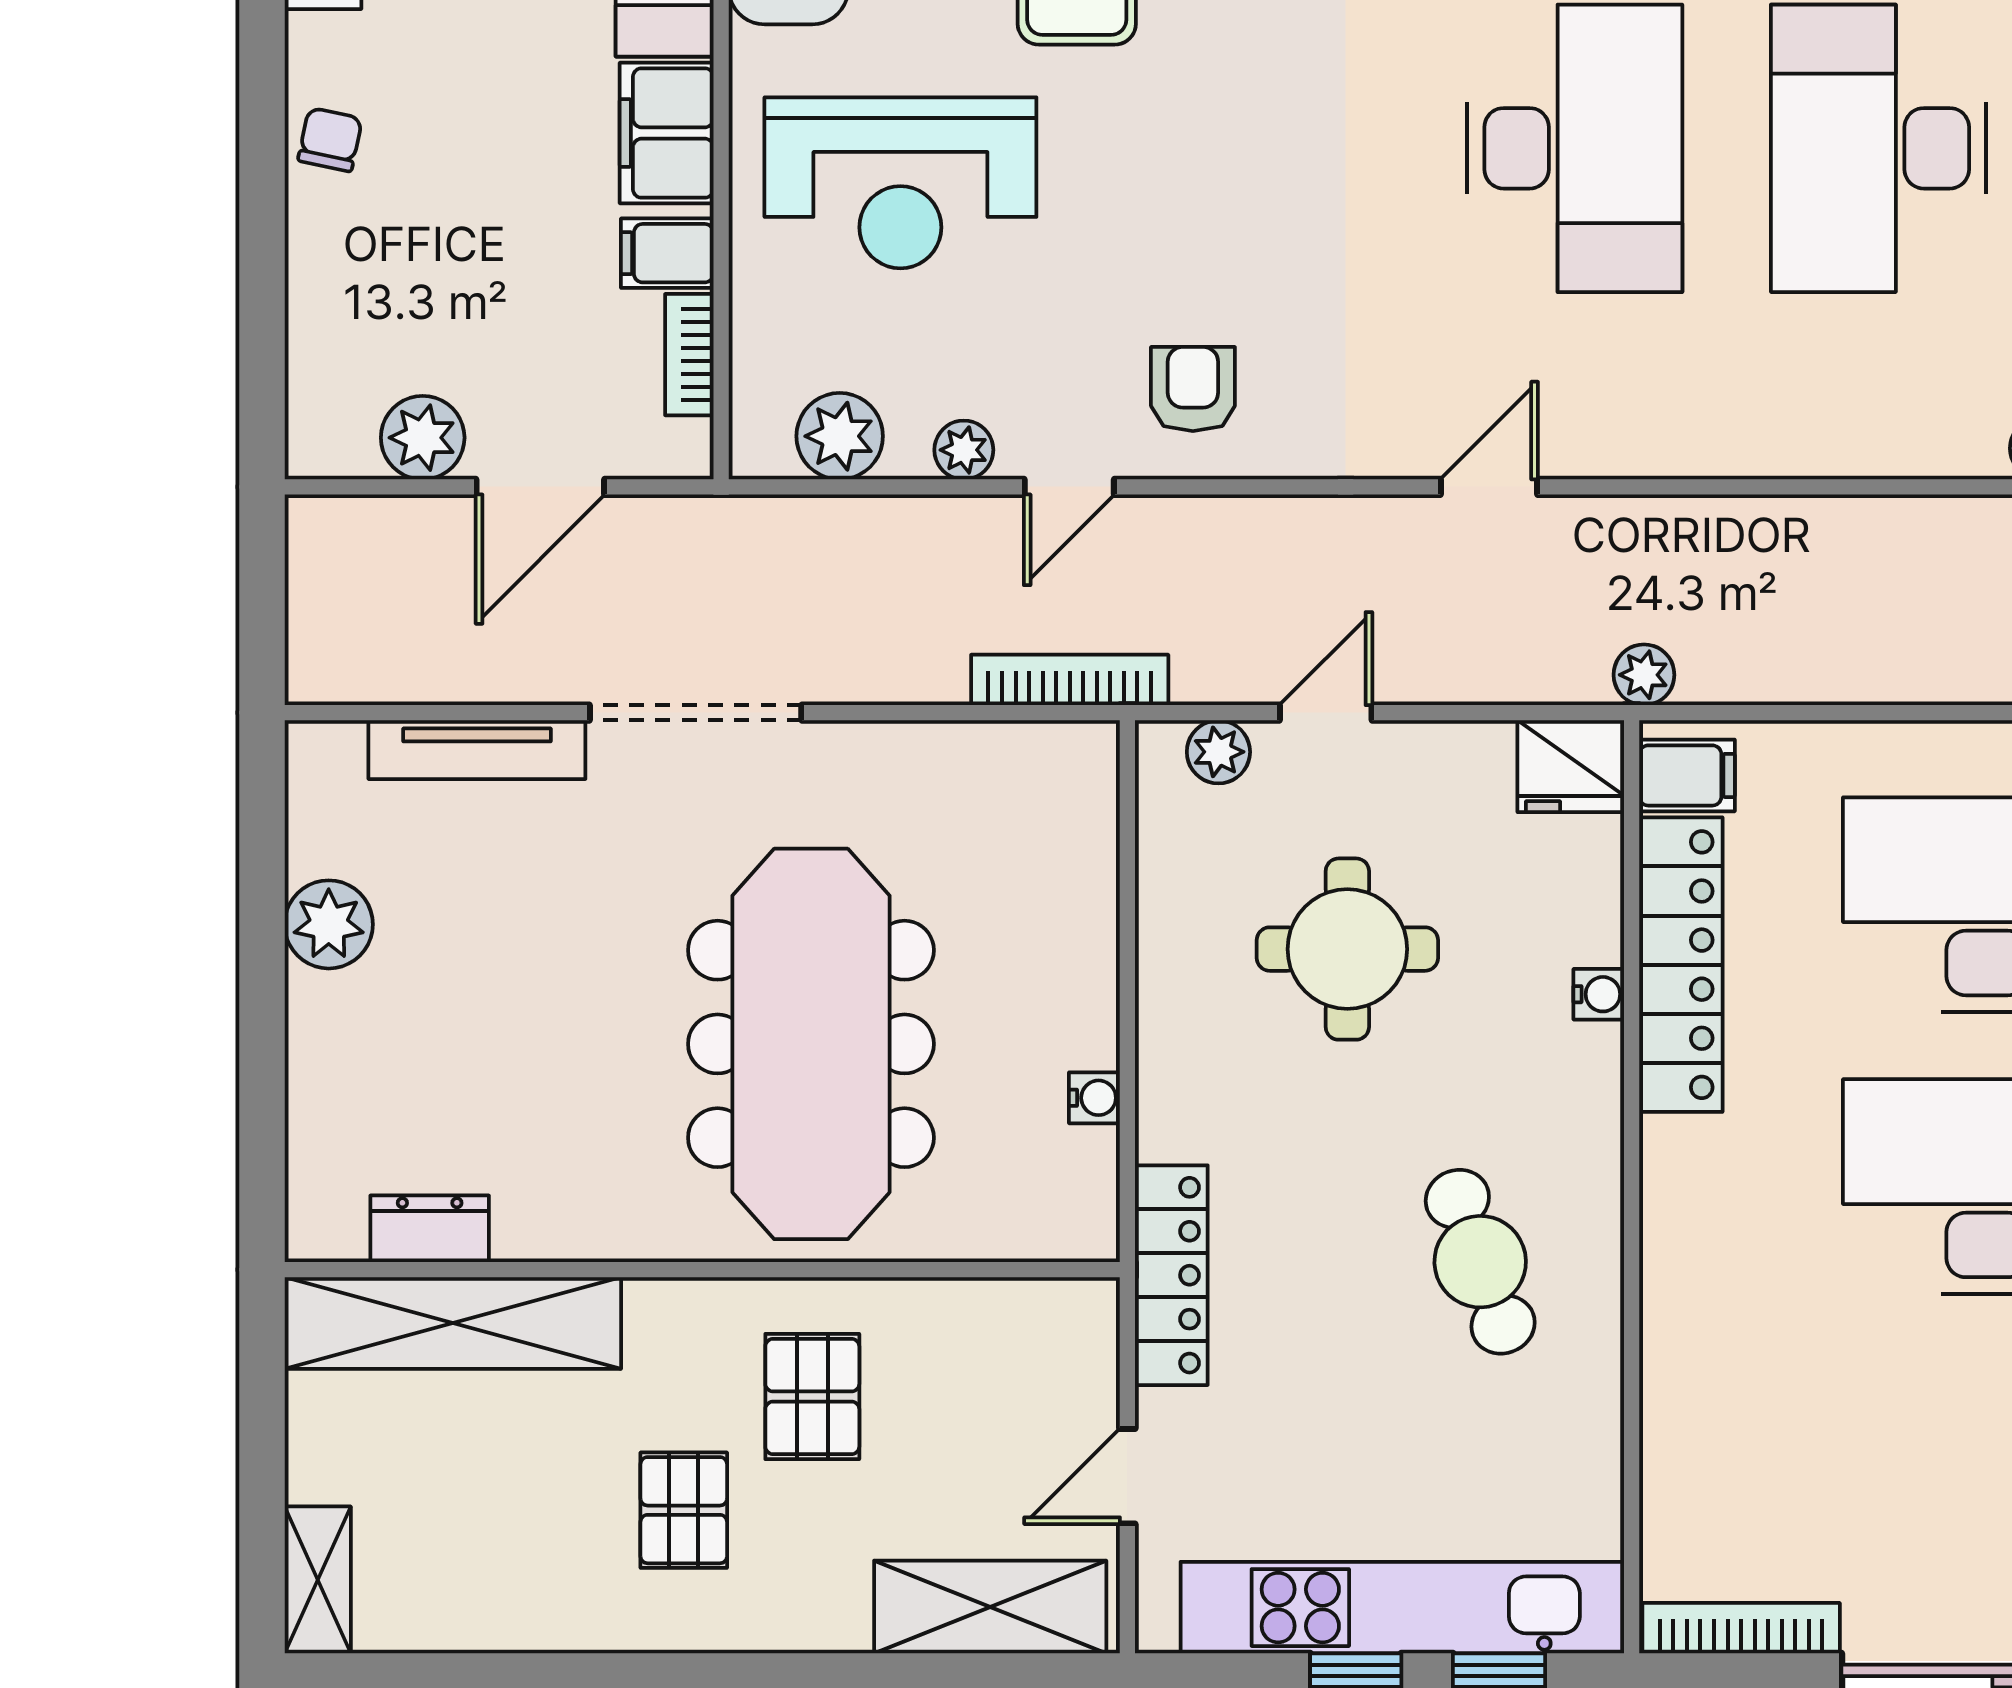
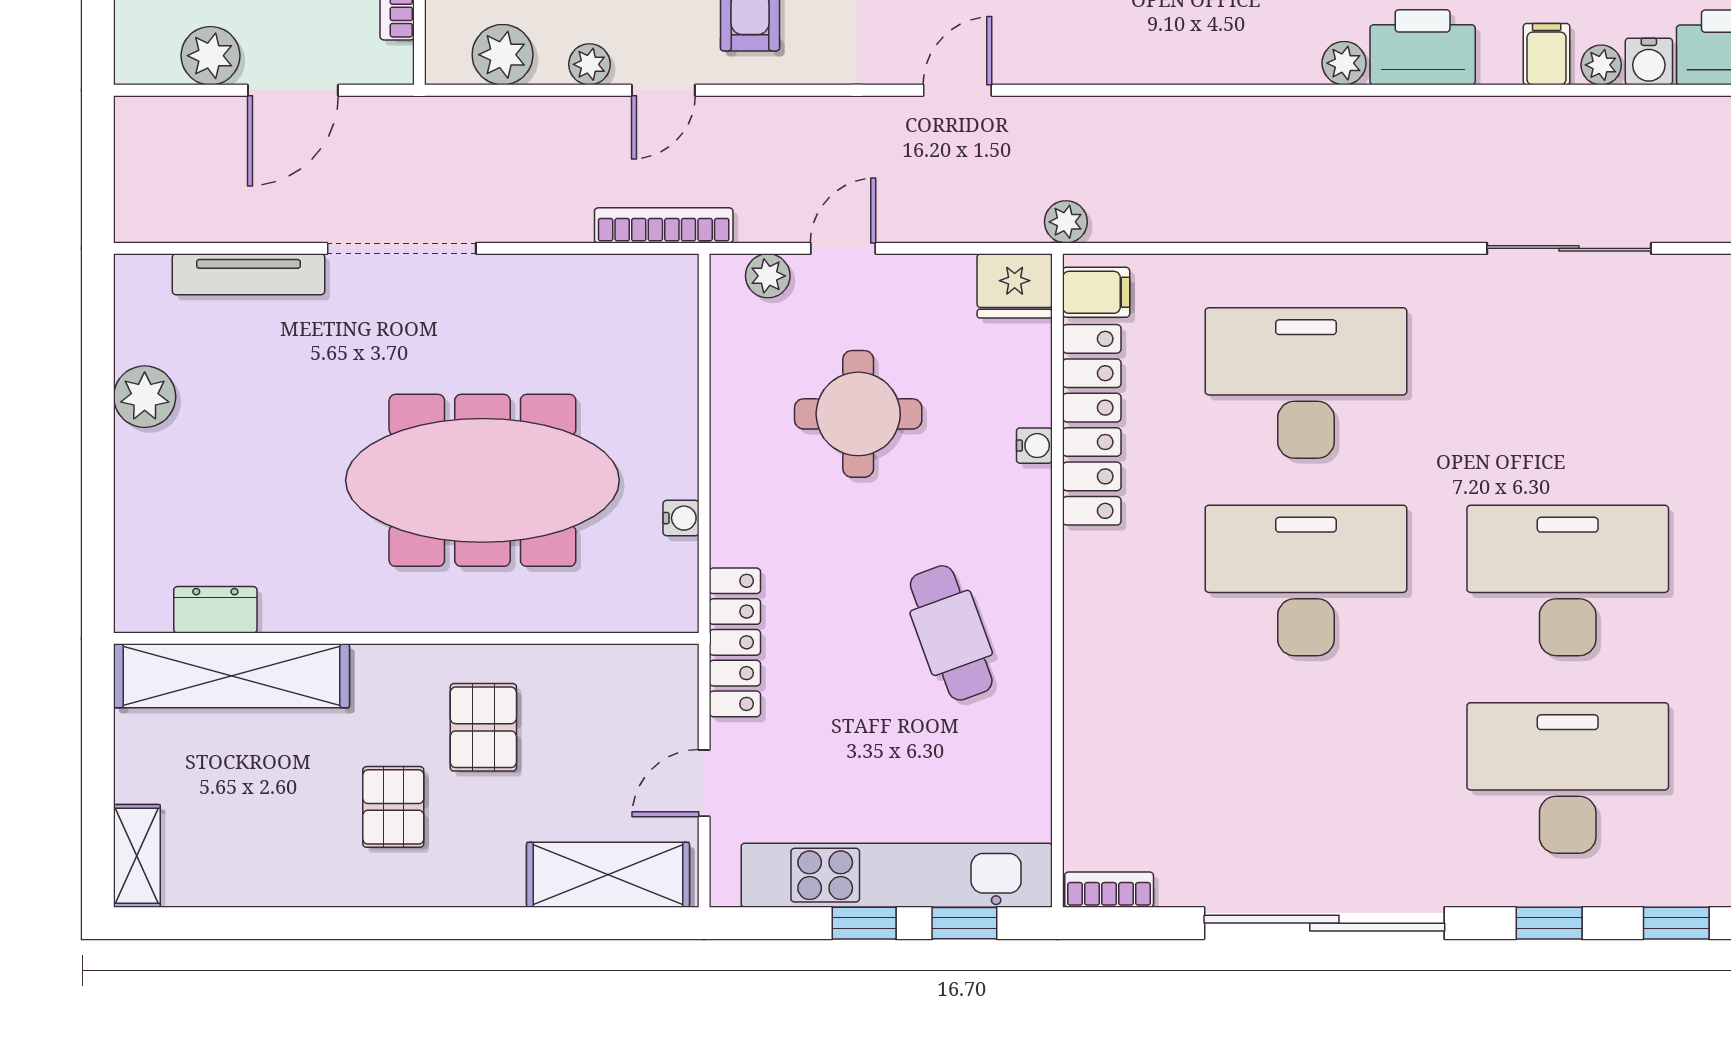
meeting table: (811, 1044) -> (482, 480), turned 90
bookcase: (1741, 1628) -> (1109, 890), width x0.64

